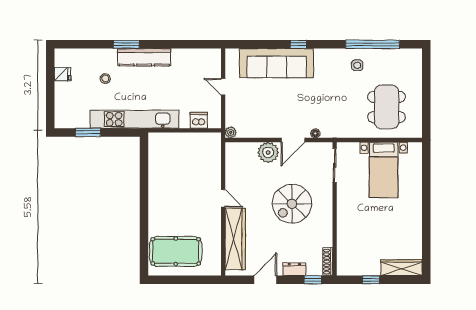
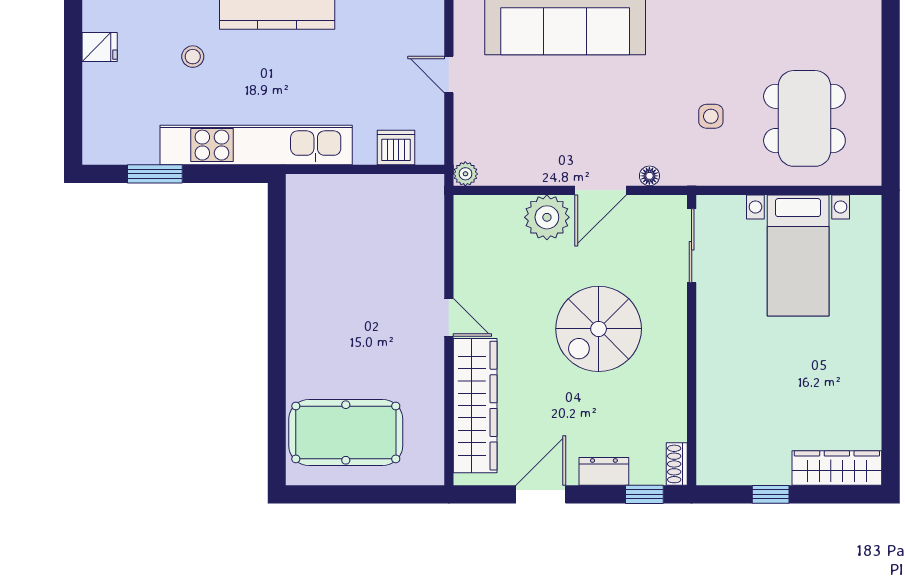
side table: (357, 65) -> (711, 116), moved
shoe rack: (328, 262) -> (677, 464), width x0.70

